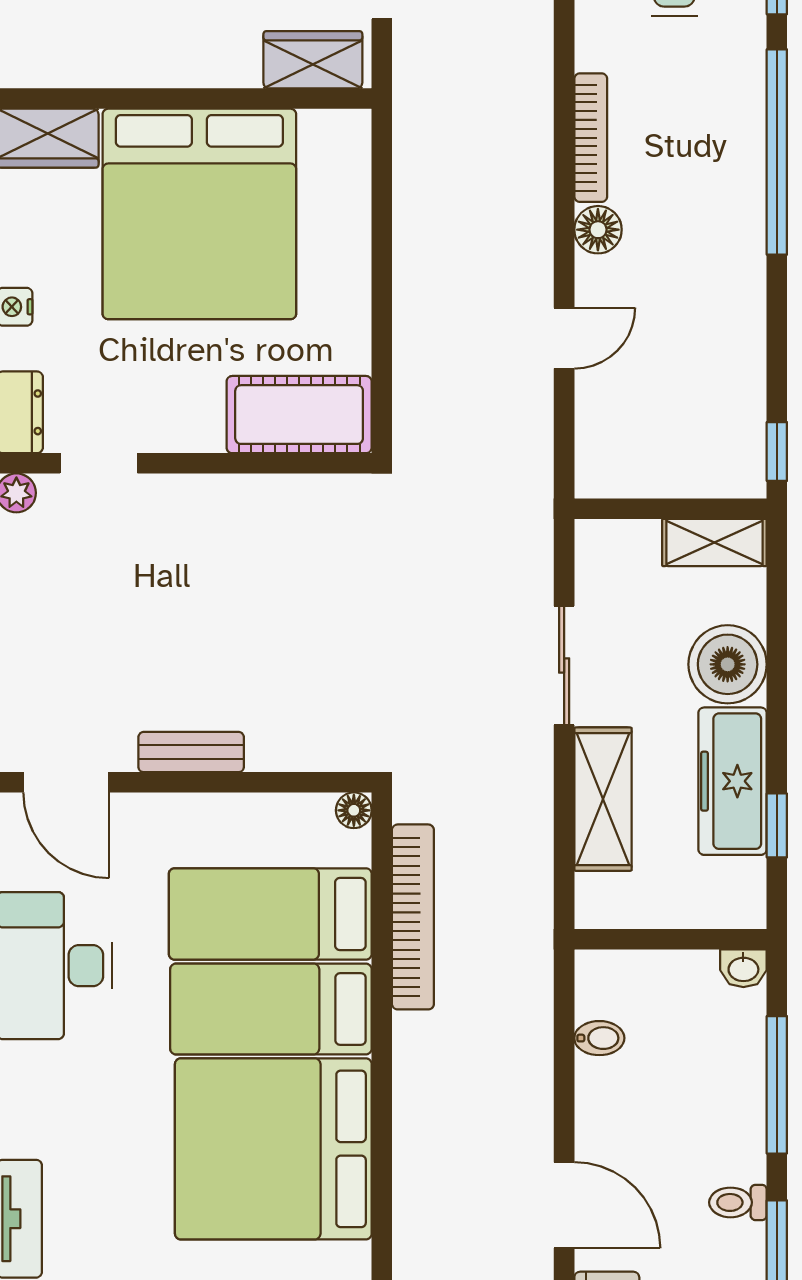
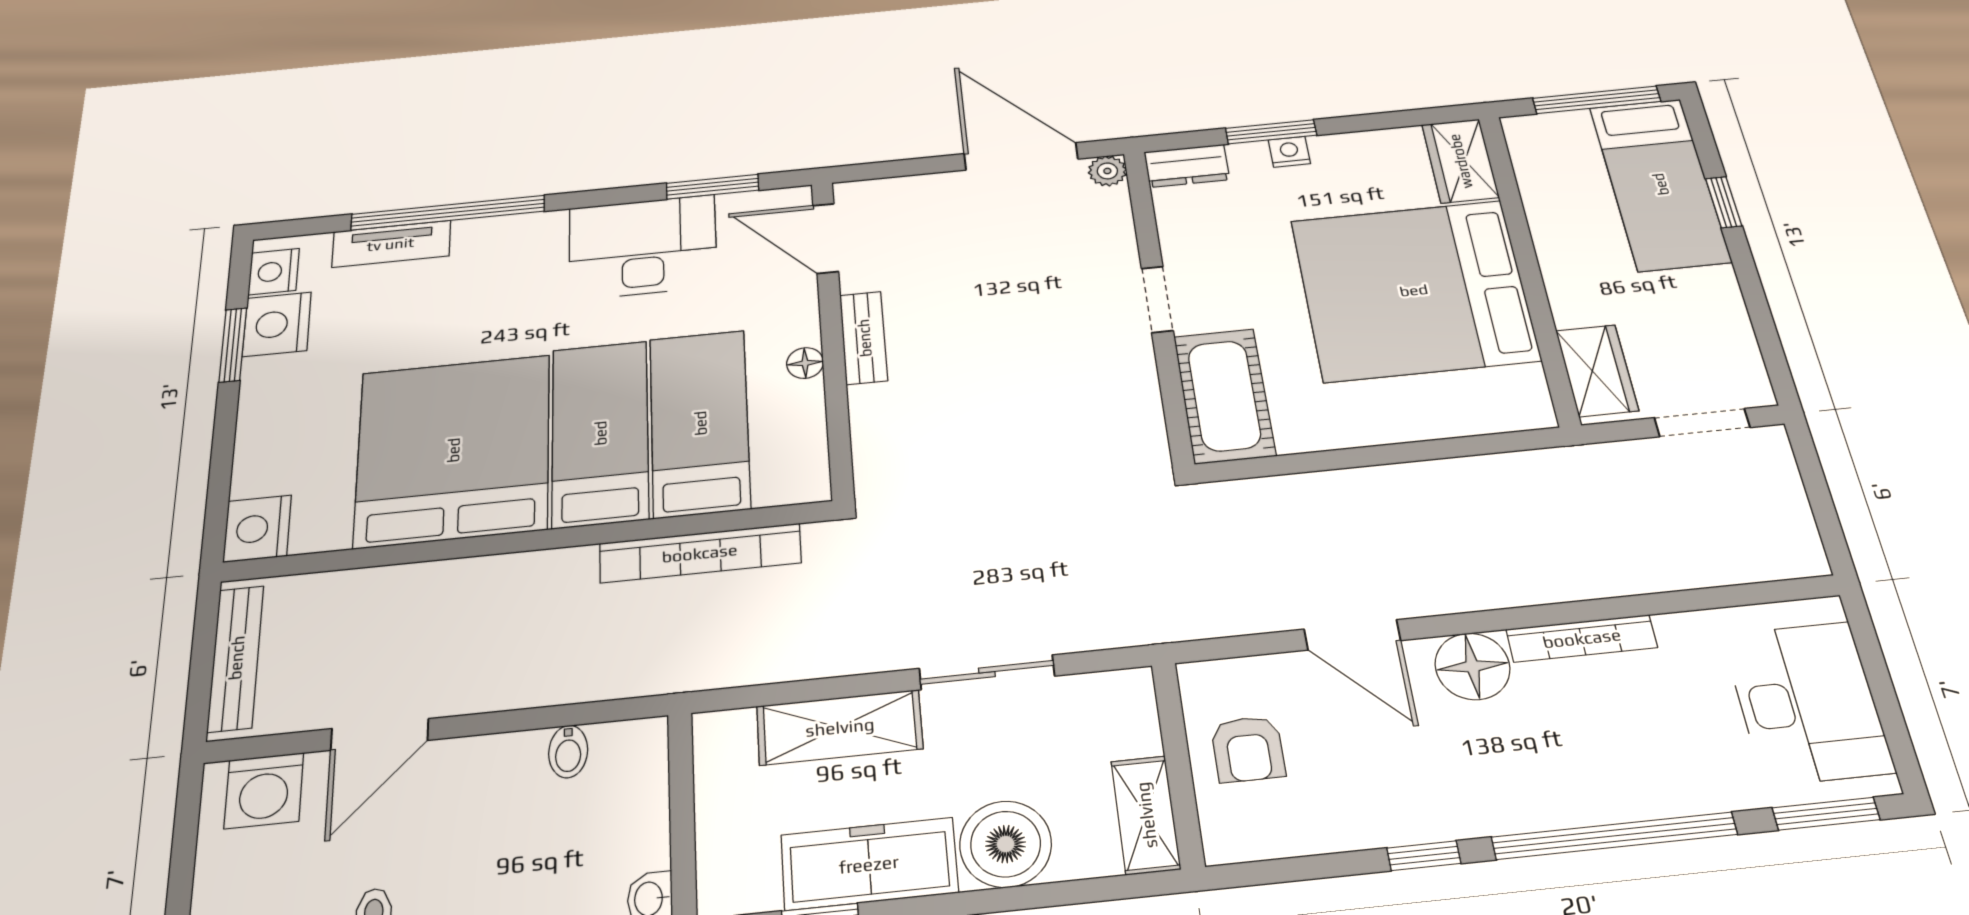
floor lamp: (598, 230) -> (1472, 666), width x1.38, depth x1.38
door: (564, 338) -> (1352, 635), width x1.37
armchair: (663, 447) -> (1248, 749), added
window: (777, 451) -> (1424, 856), moved
doorway: (99, 463) -> (1157, 299), moved
door: (66, 782) -> (826, 238), hinge flipped
floor lamp: (354, 810) -> (805, 363), moved

